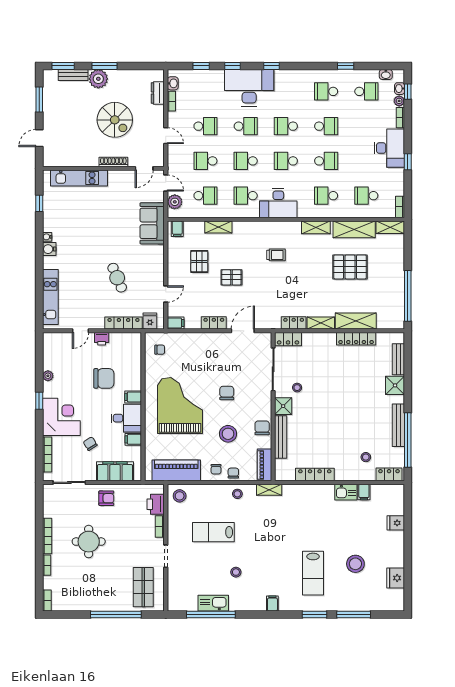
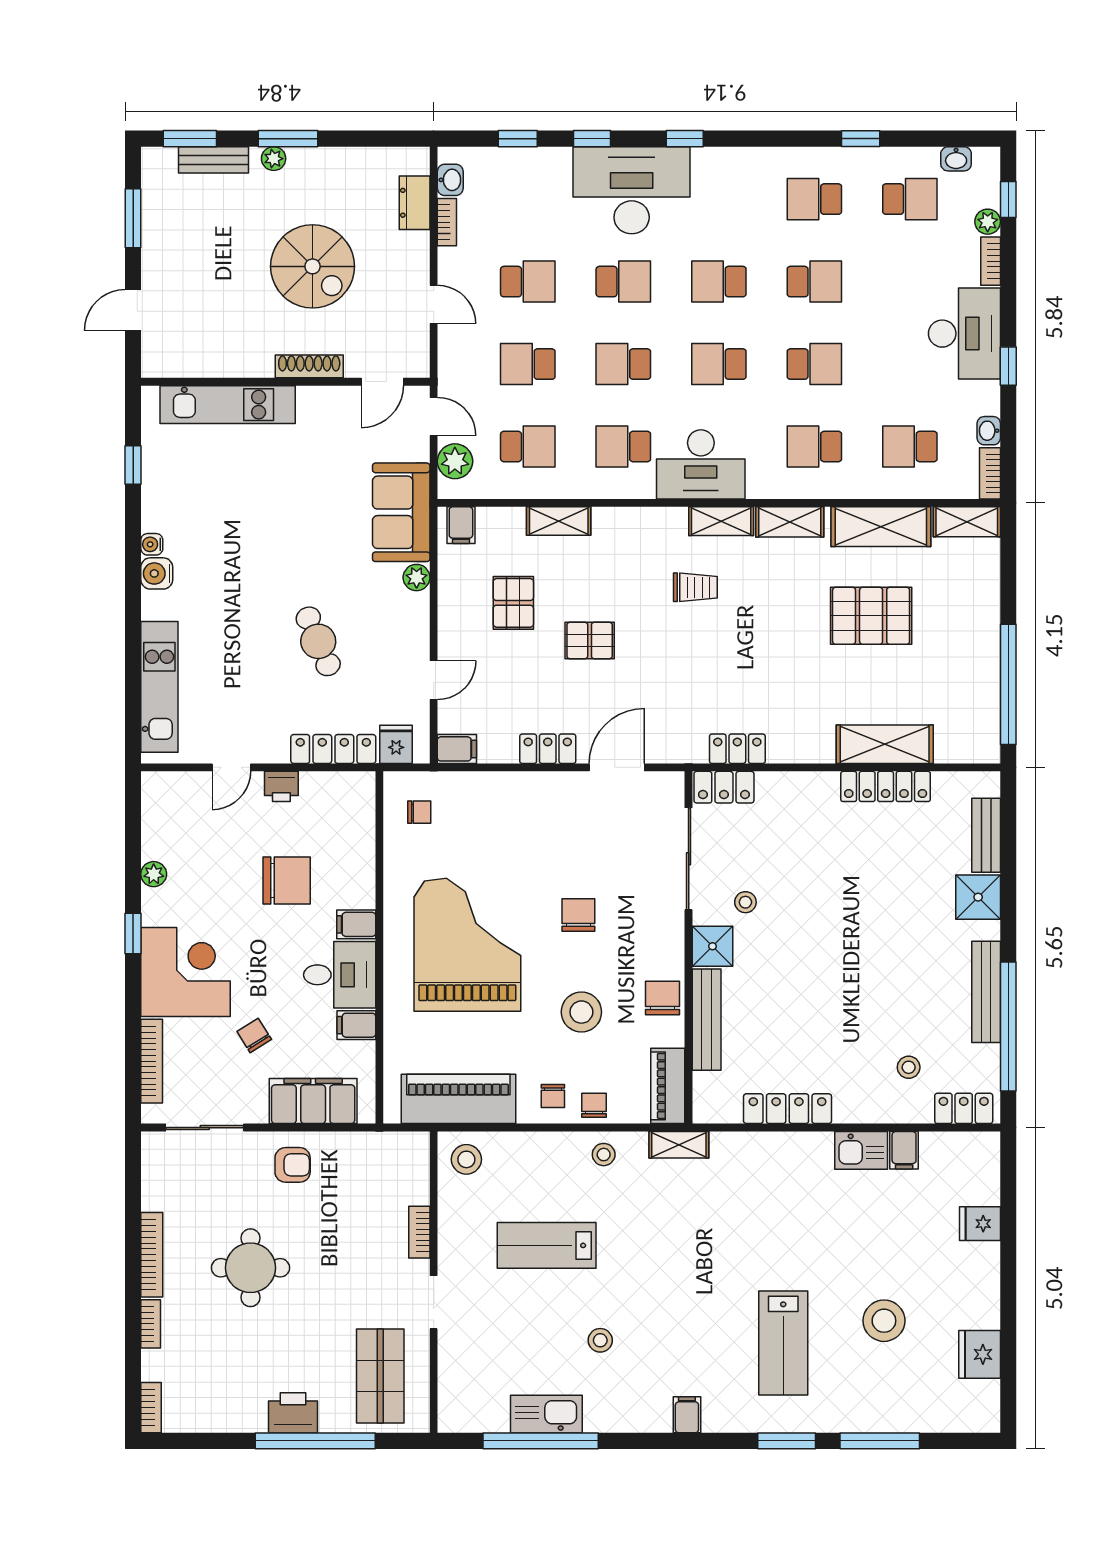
plant: (98, 79) -> (274, 159), width x0.53, depth x0.53
washbasin: (400, 89) -> (989, 431), moved
plant: (159, 251) -> (417, 578), added
shelving: (321, 323) -> (721, 521), moved
printer: (156, 504) -> (293, 1413), moved, turned 90

